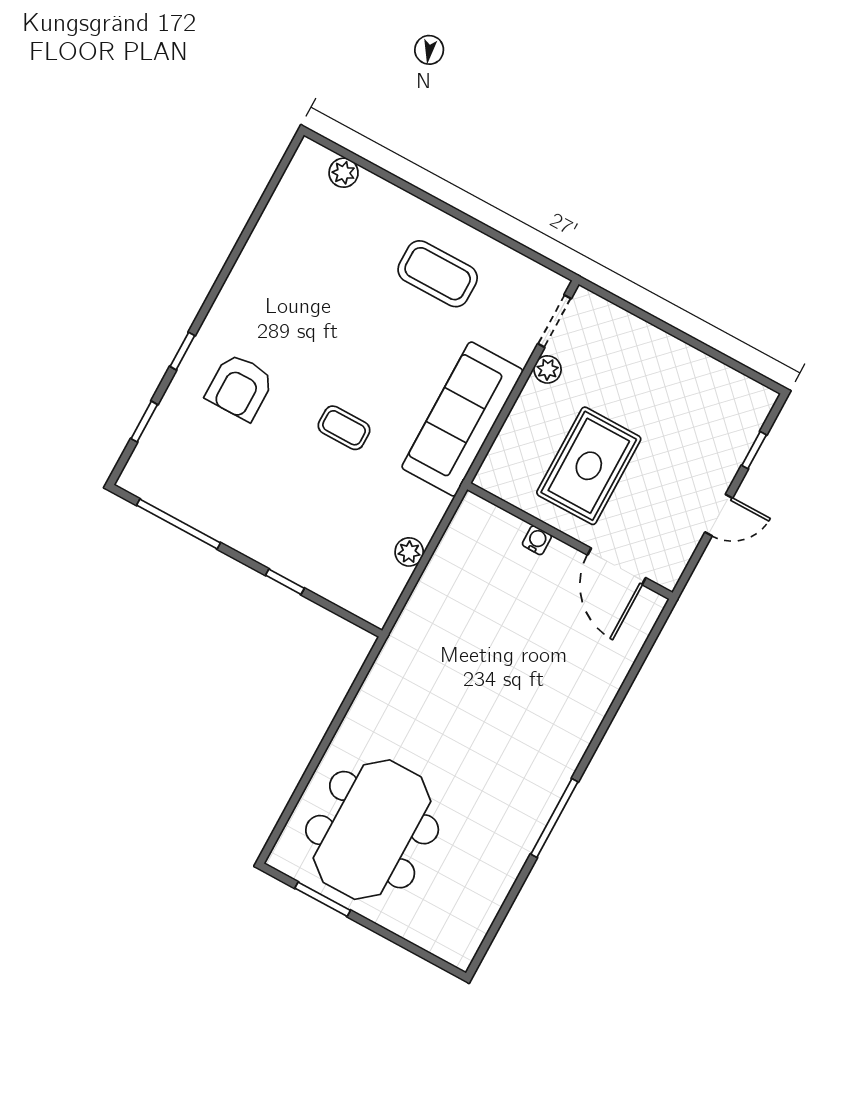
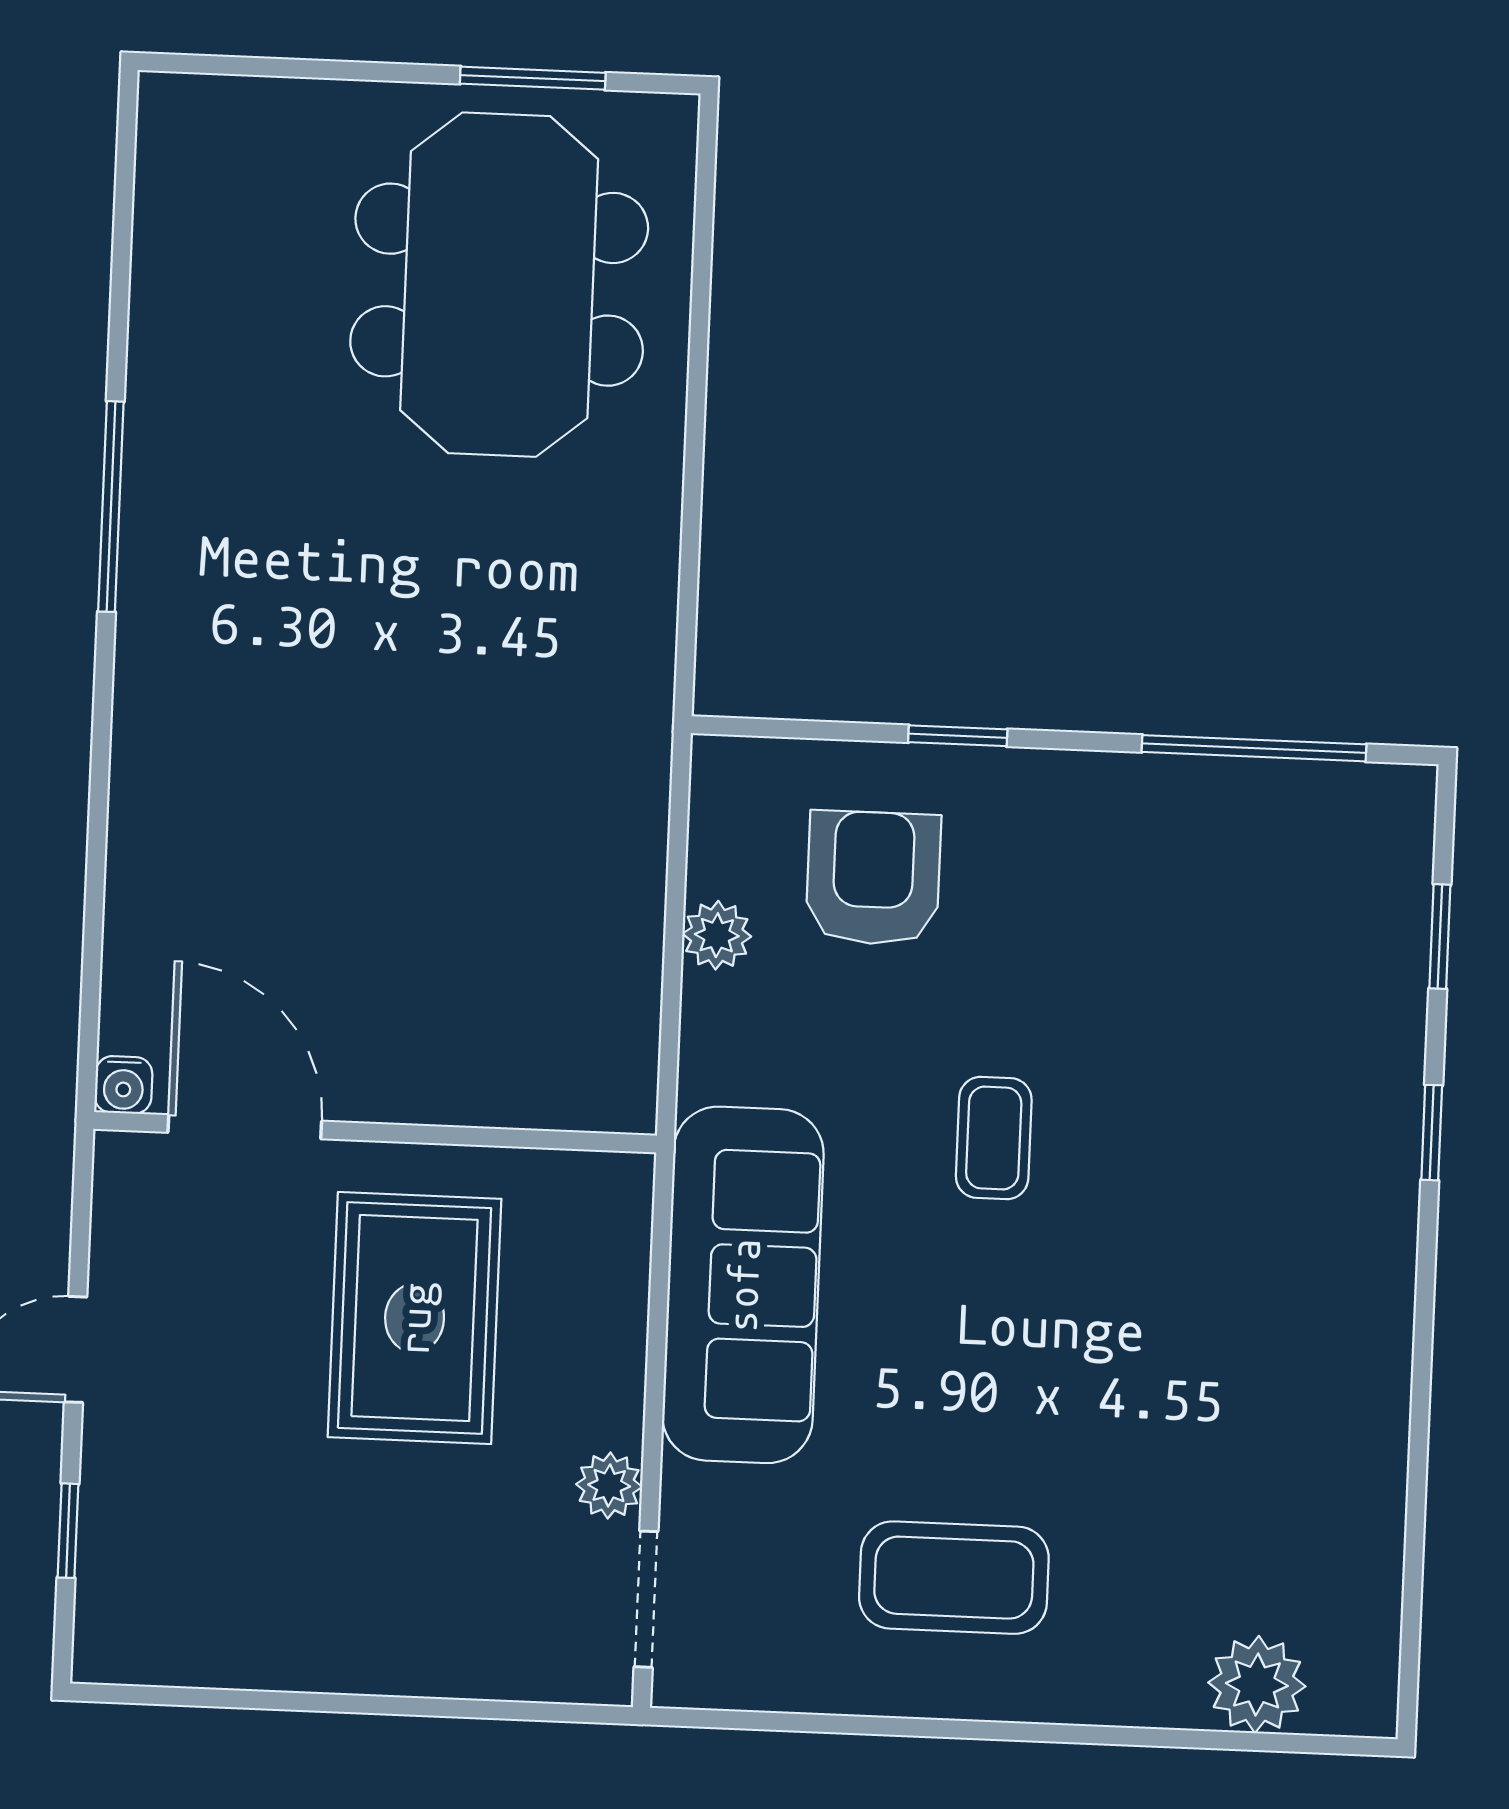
plant: (344, 173) -> (1257, 1684), width x1.38, depth x1.38
armchair: (240, 387) -> (873, 878), moved
coffee table: (344, 428) -> (994, 1138), turned 90
water cooler: (537, 540) -> (123, 1085), moved

